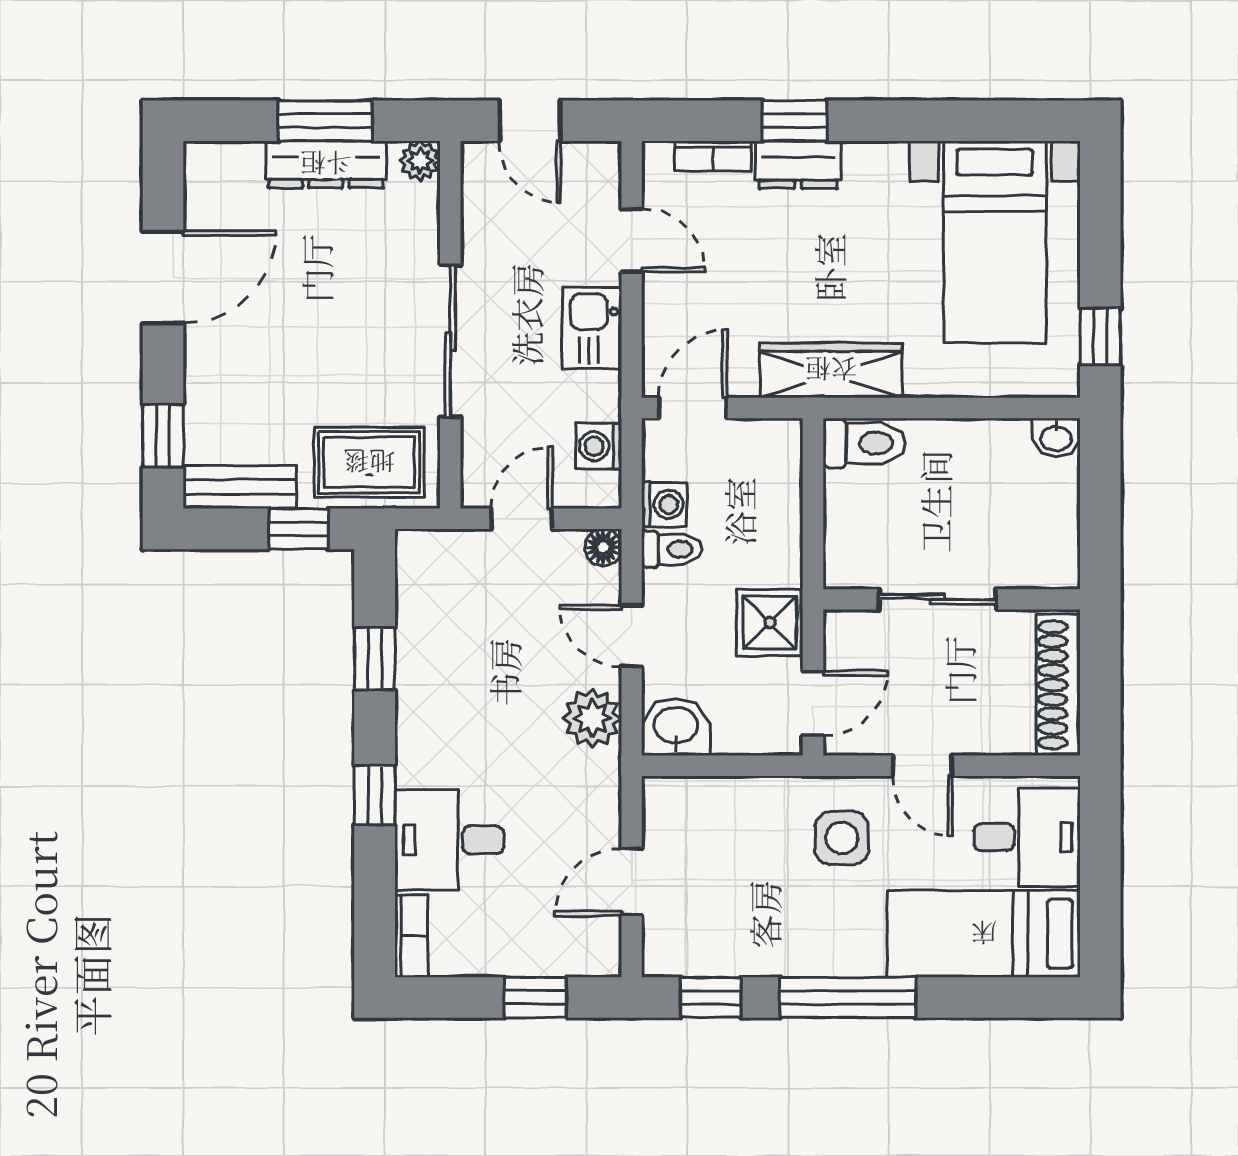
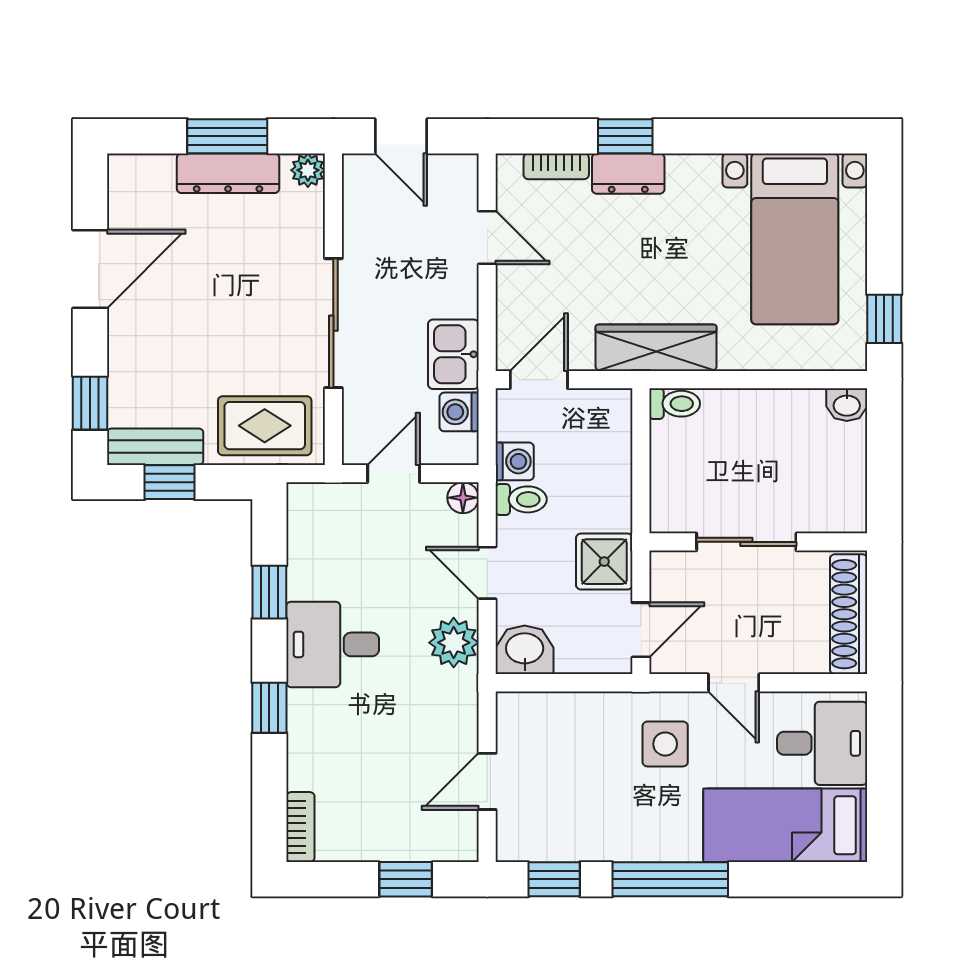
kitchen sink: (592, 328) -> (453, 354), moved
toilet: (864, 443) -> (675, 404), width x0.73, depth x0.72
window: (298, 529) -> (170, 482), moved
desk: (449, 840) -> (333, 644), moved

